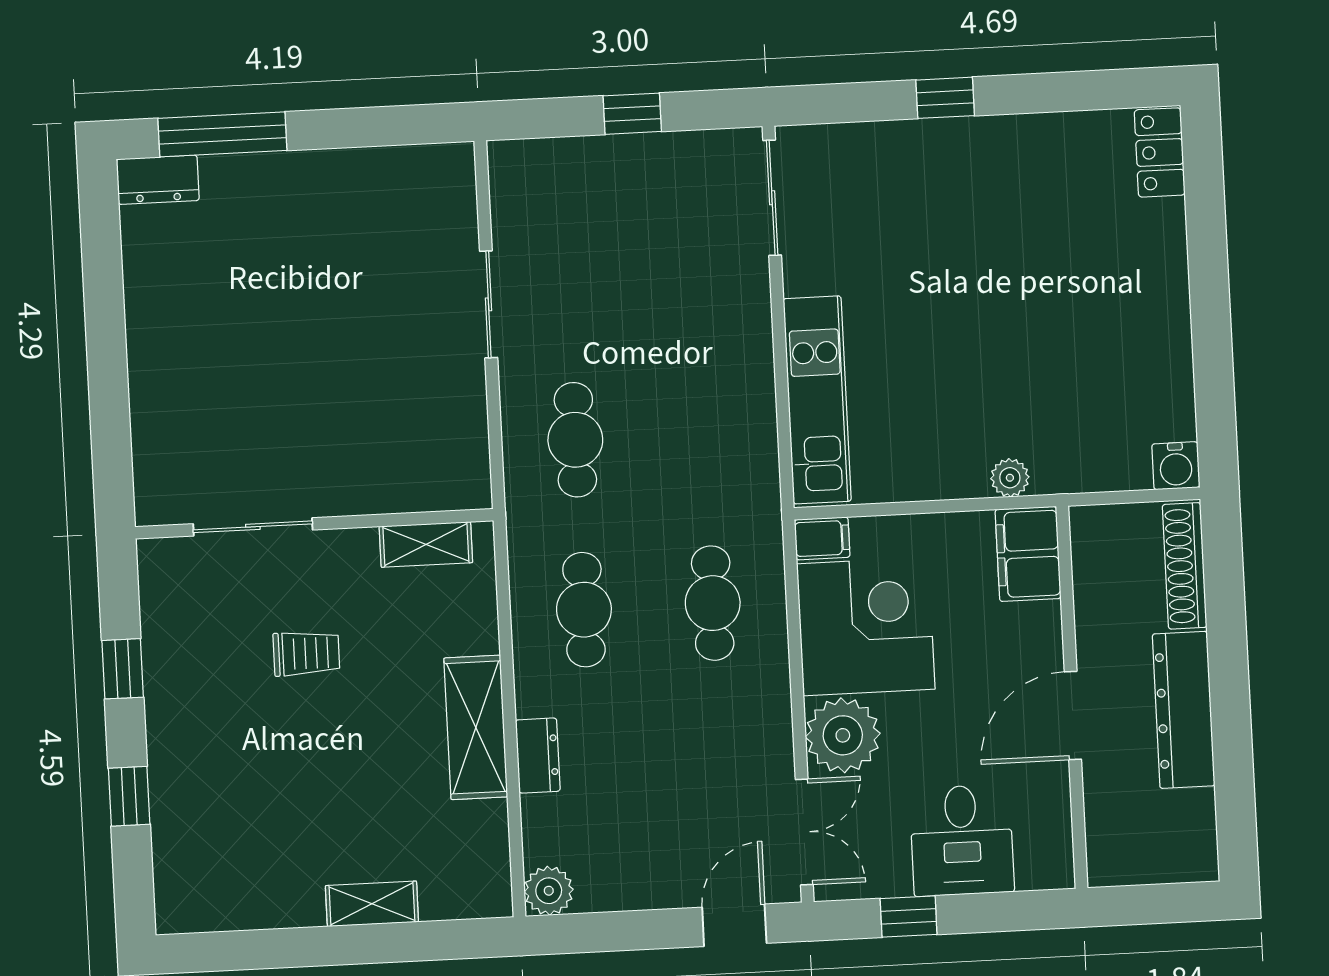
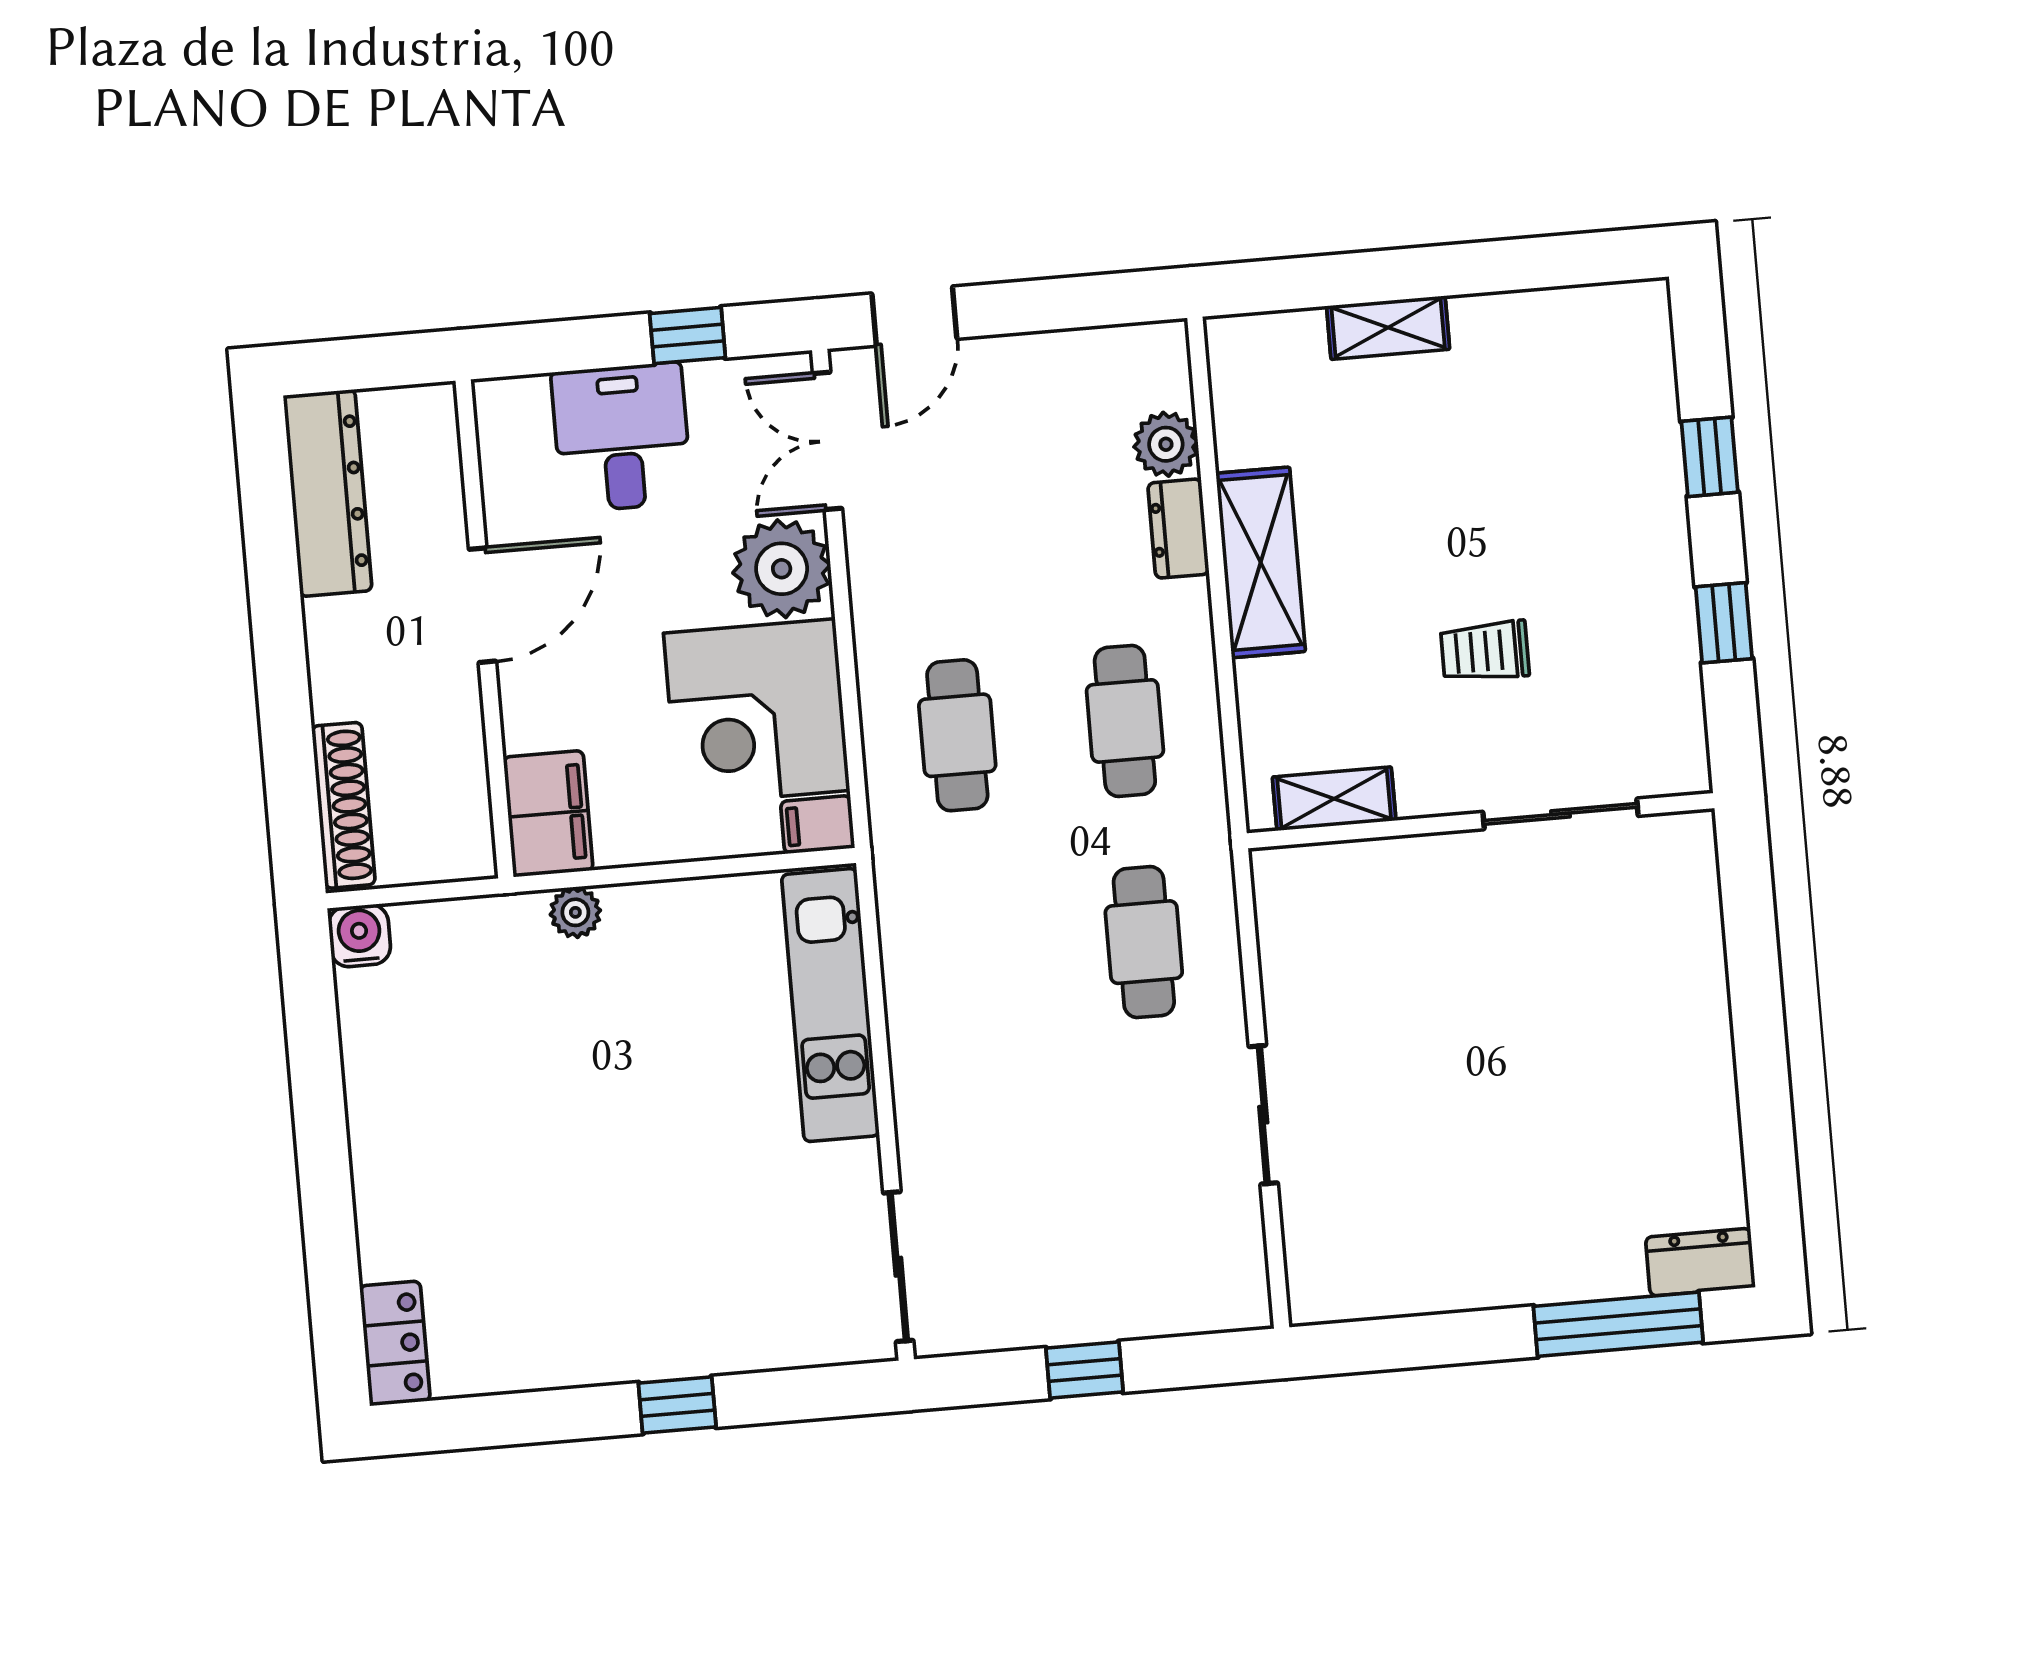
dresser: (1184, 710) -> (328, 493), moved
plant: (549, 891) -> (1166, 444), moved

